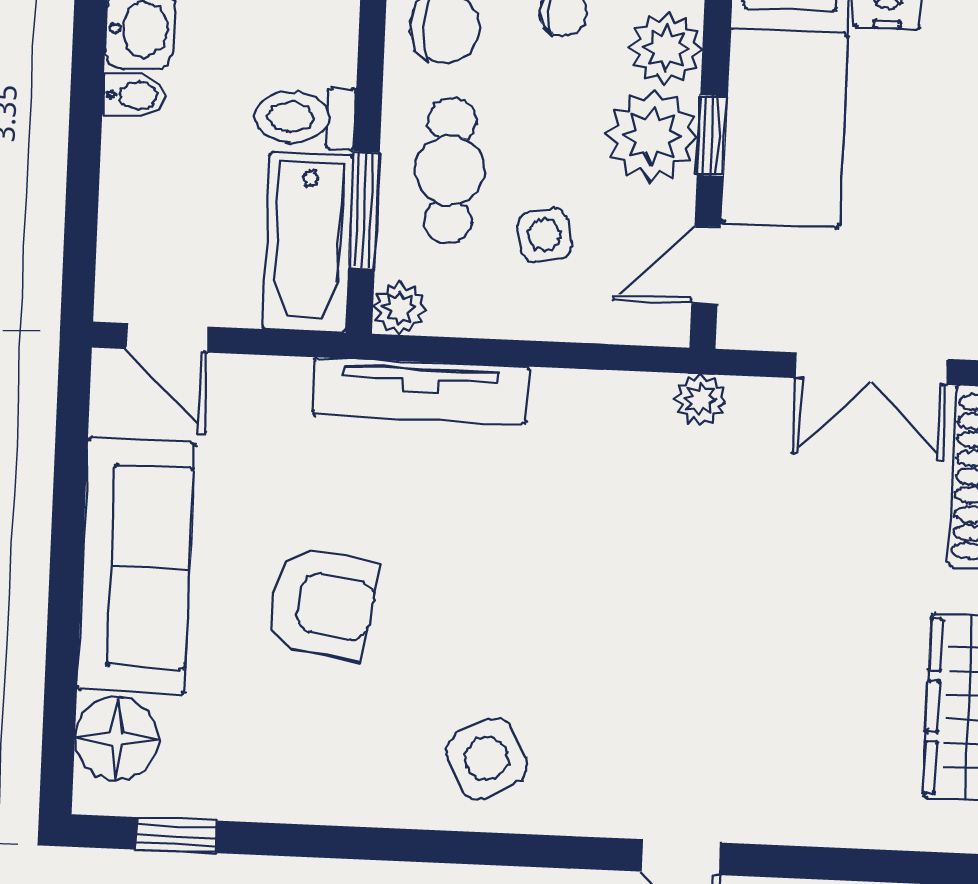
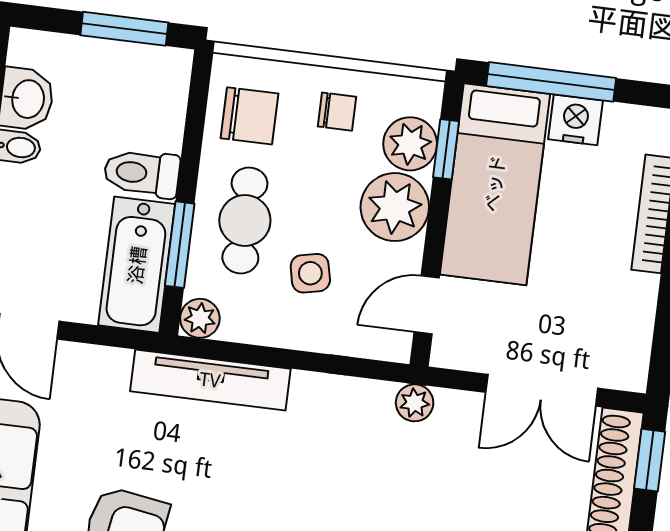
window: (712, 136) -> (446, 149), moved

